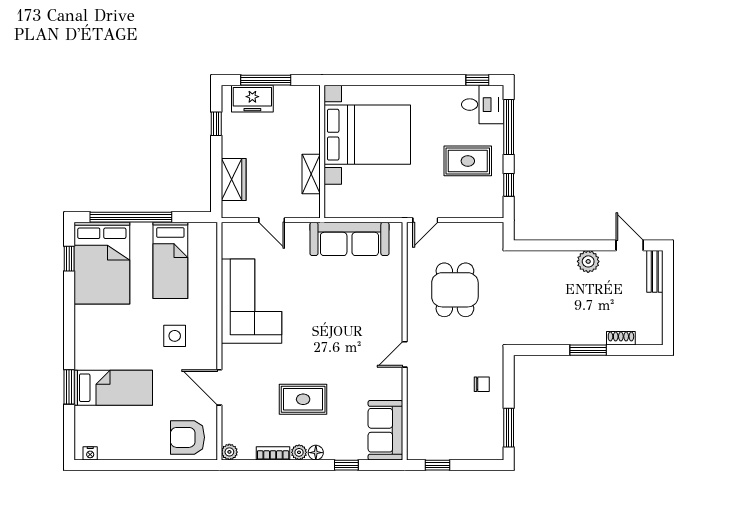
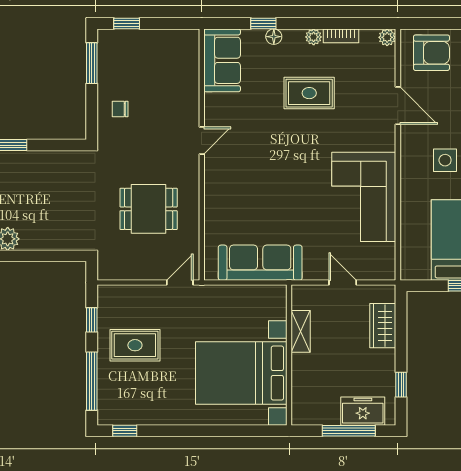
desk: (483, 105) -> (119, 405), removed
dining table: (455, 290) -> (149, 209), turned 90
floor lamp: (316, 453) -> (274, 37), moved
window: (437, 465) -> (127, 23), moved

